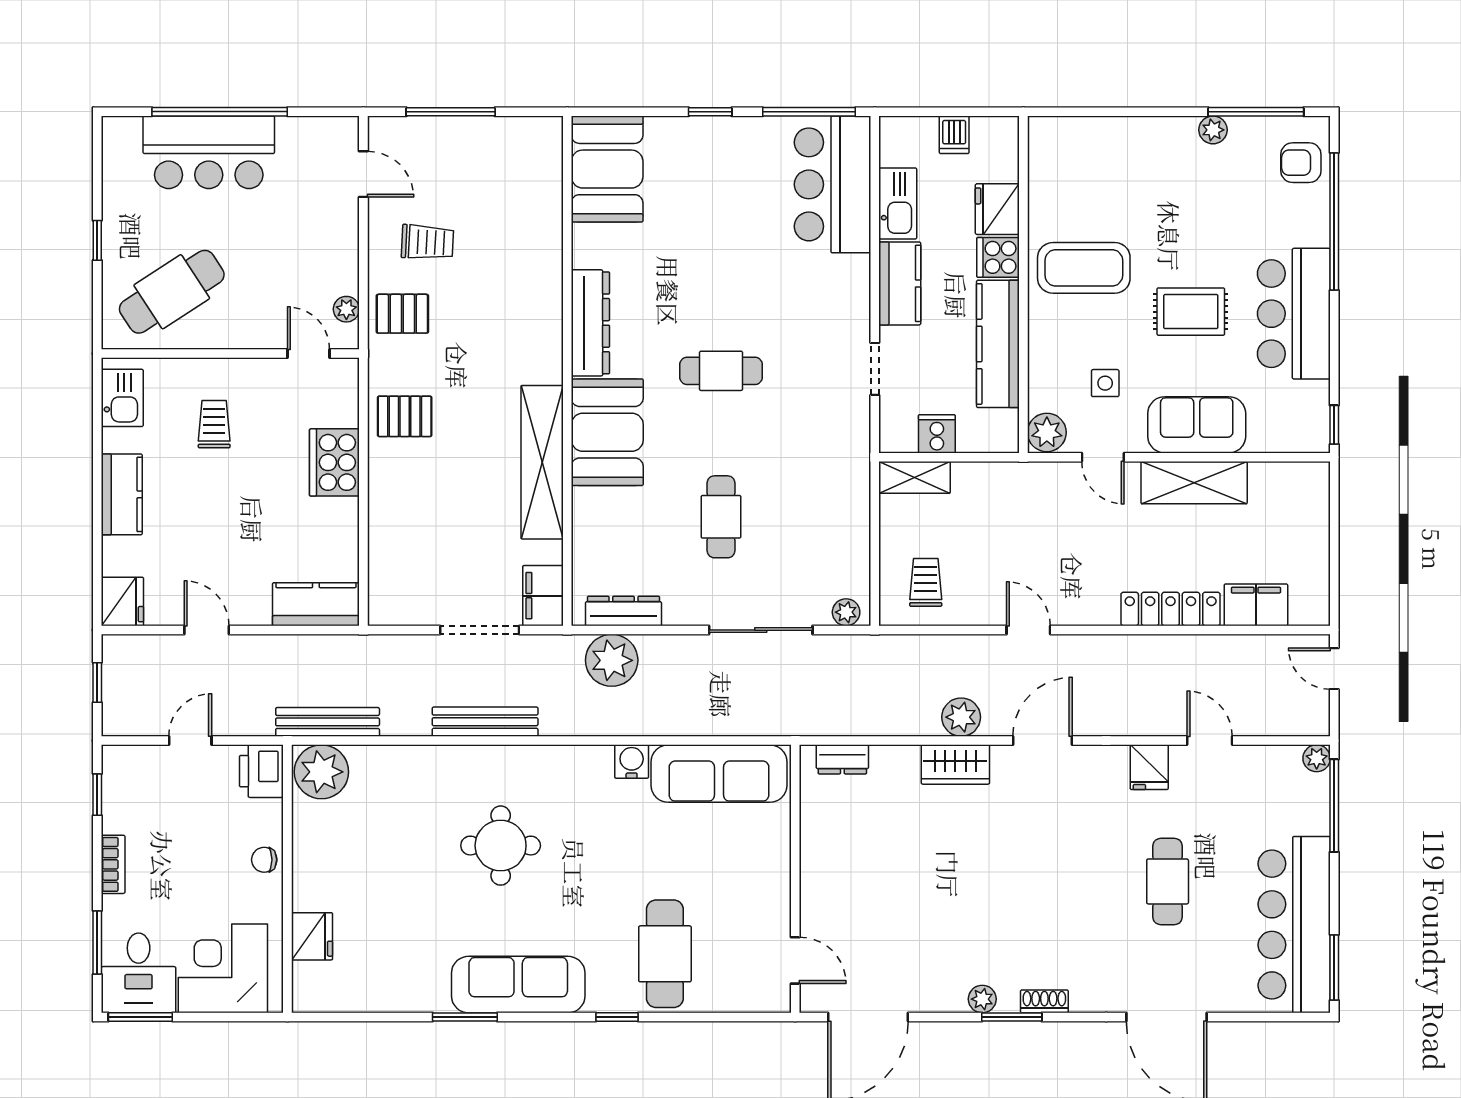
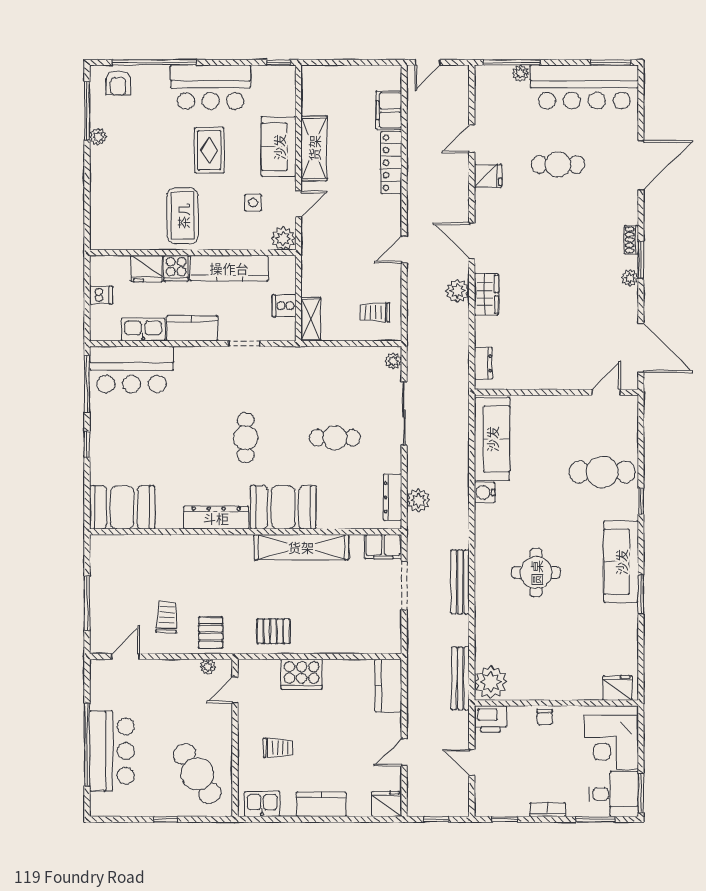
pallet: (405, 416) -> (273, 631), turned 90
trolley: (214, 424) -> (278, 748), turned 180
plant: (612, 660) -> (418, 500), width x0.73, depth x0.73
plant: (1317, 758) -> (520, 73), moved
fridge: (312, 936) -> (618, 688), moved

